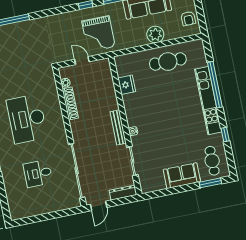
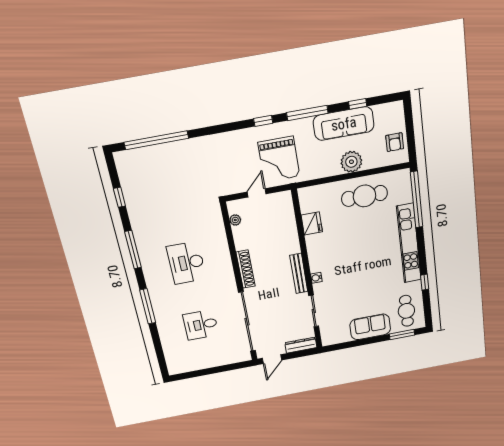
door: (82, 61) -> (257, 193), hinge flipped
window: (215, 85) -> (417, 200), moved
shoe rack: (70, 104) -> (246, 269), moved
desk: (27, 119) -> (186, 263), width x0.73, depth x0.77

